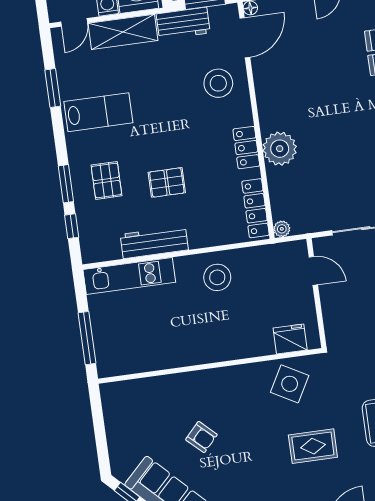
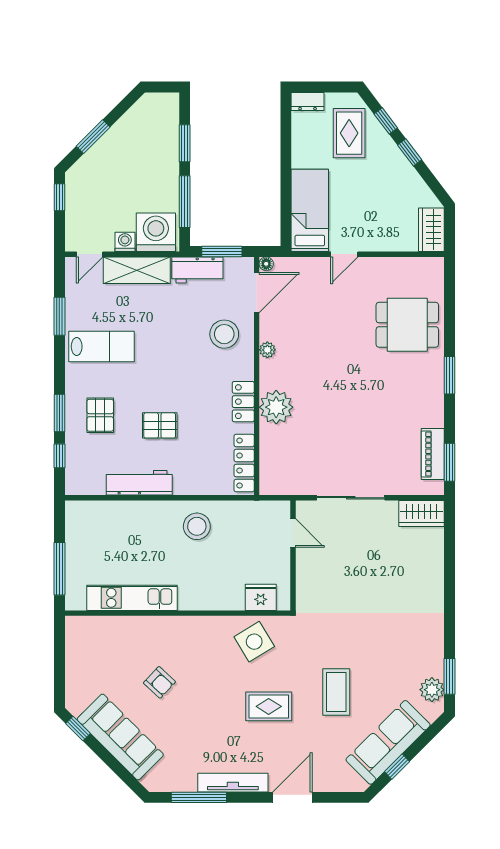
plant: (282, 229) -> (267, 350), moved
kitchen unit: (129, 276) -> (132, 598), moved, turned 180
side table: (290, 384) -> (254, 642), turned 30

